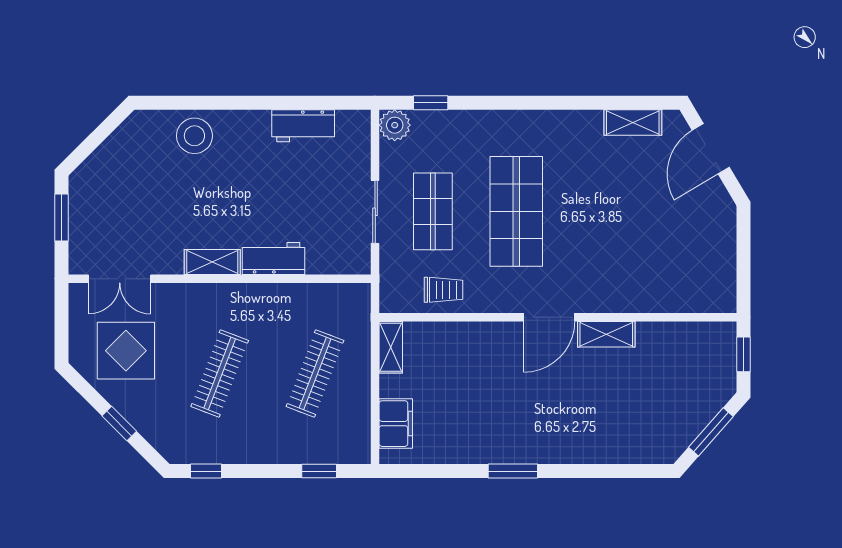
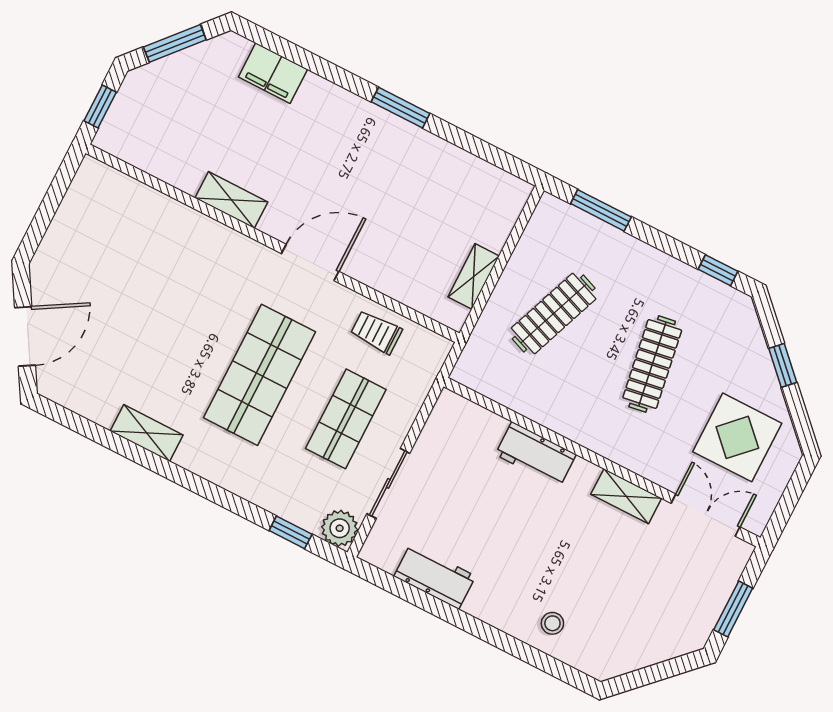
shelving: (633, 122) -> (147, 433), moved
stool: (194, 136) -> (552, 623), width x0.53, depth x0.53
sliding door: (375, 212) -> (388, 483), moved
shelving: (212, 262) -> (626, 496), moved
door: (549, 317) -> (310, 262), moved
shelving: (391, 347) -> (474, 276), moved
clothes rail: (220, 373) -> (652, 364), turned -30
filing cabinet: (396, 424) -> (273, 73), moved, turned -90
window: (319, 471) -> (601, 210), width x1.50

